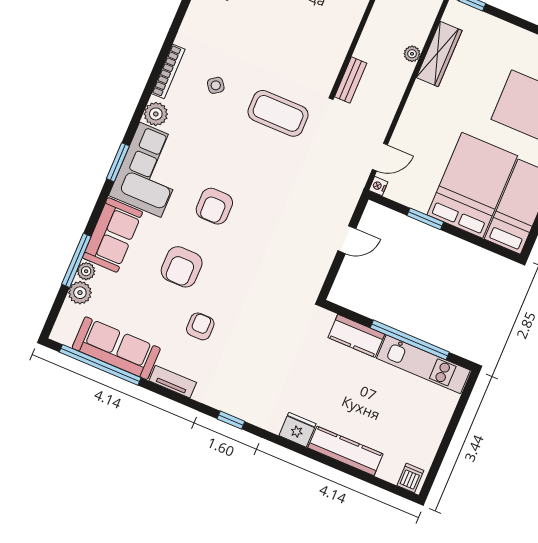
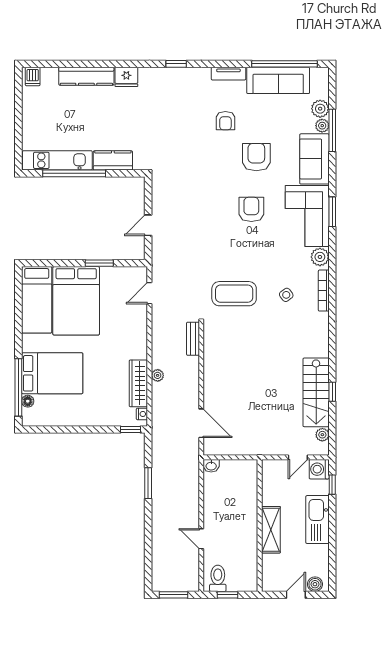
nightstand: (378, 186) -> (142, 414), moved

